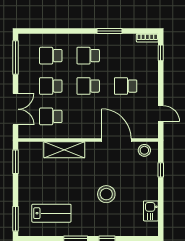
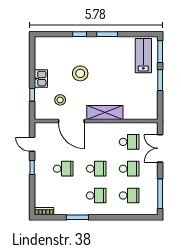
window: (161, 53) -> (32, 168), moved
shelving: (64, 150) -> (105, 113), moved
stool: (144, 150) -> (60, 100), moved
window: (16, 162) -> (160, 80), moved
kitchen sink: (151, 211) -> (41, 79), moved
lab bench: (51, 213) -> (143, 56), moved, turned 90

